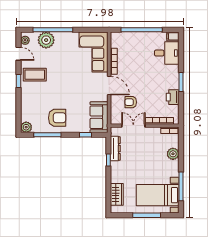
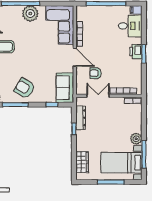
plant: (46, 40) -> (30, 13), moved
printer: (173, 97) -> (136, 52), moved
armchair: (57, 118) -> (25, 88), turned -149
plant: (173, 154) -> (136, 139), moved

